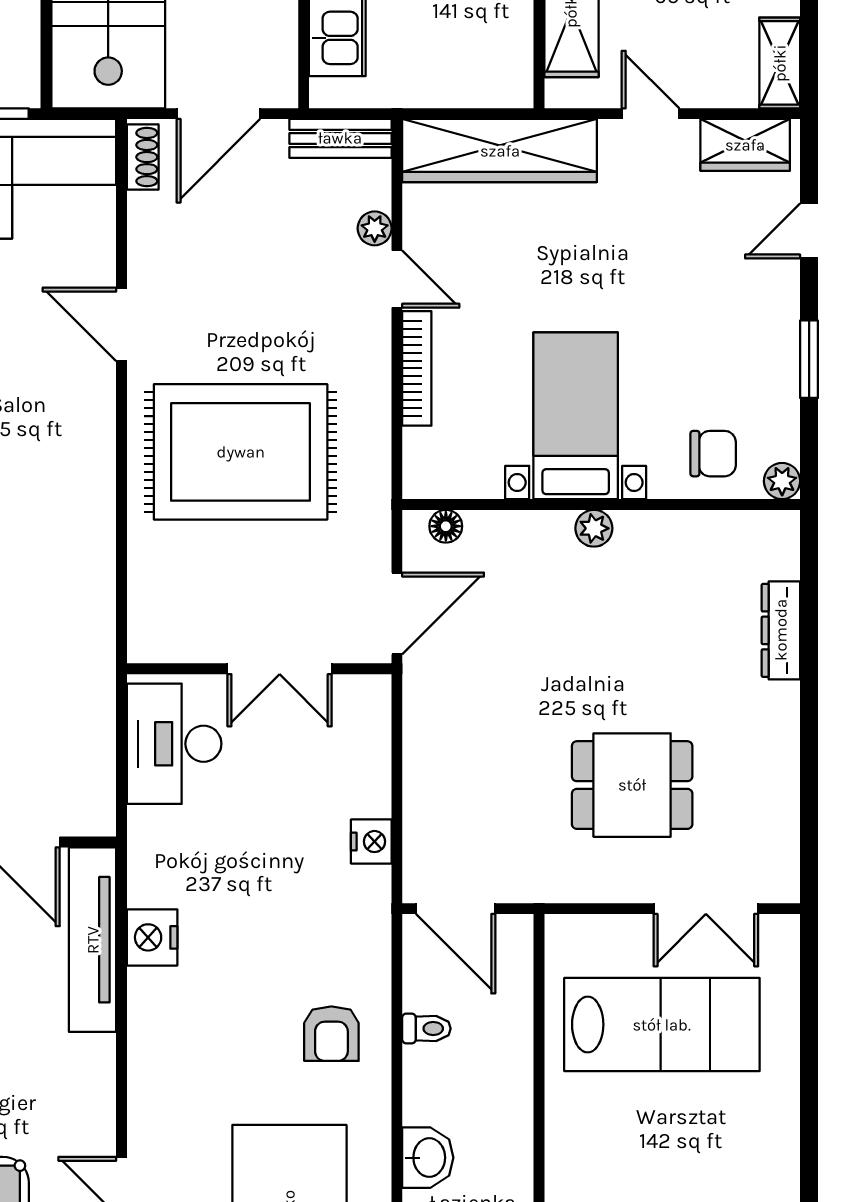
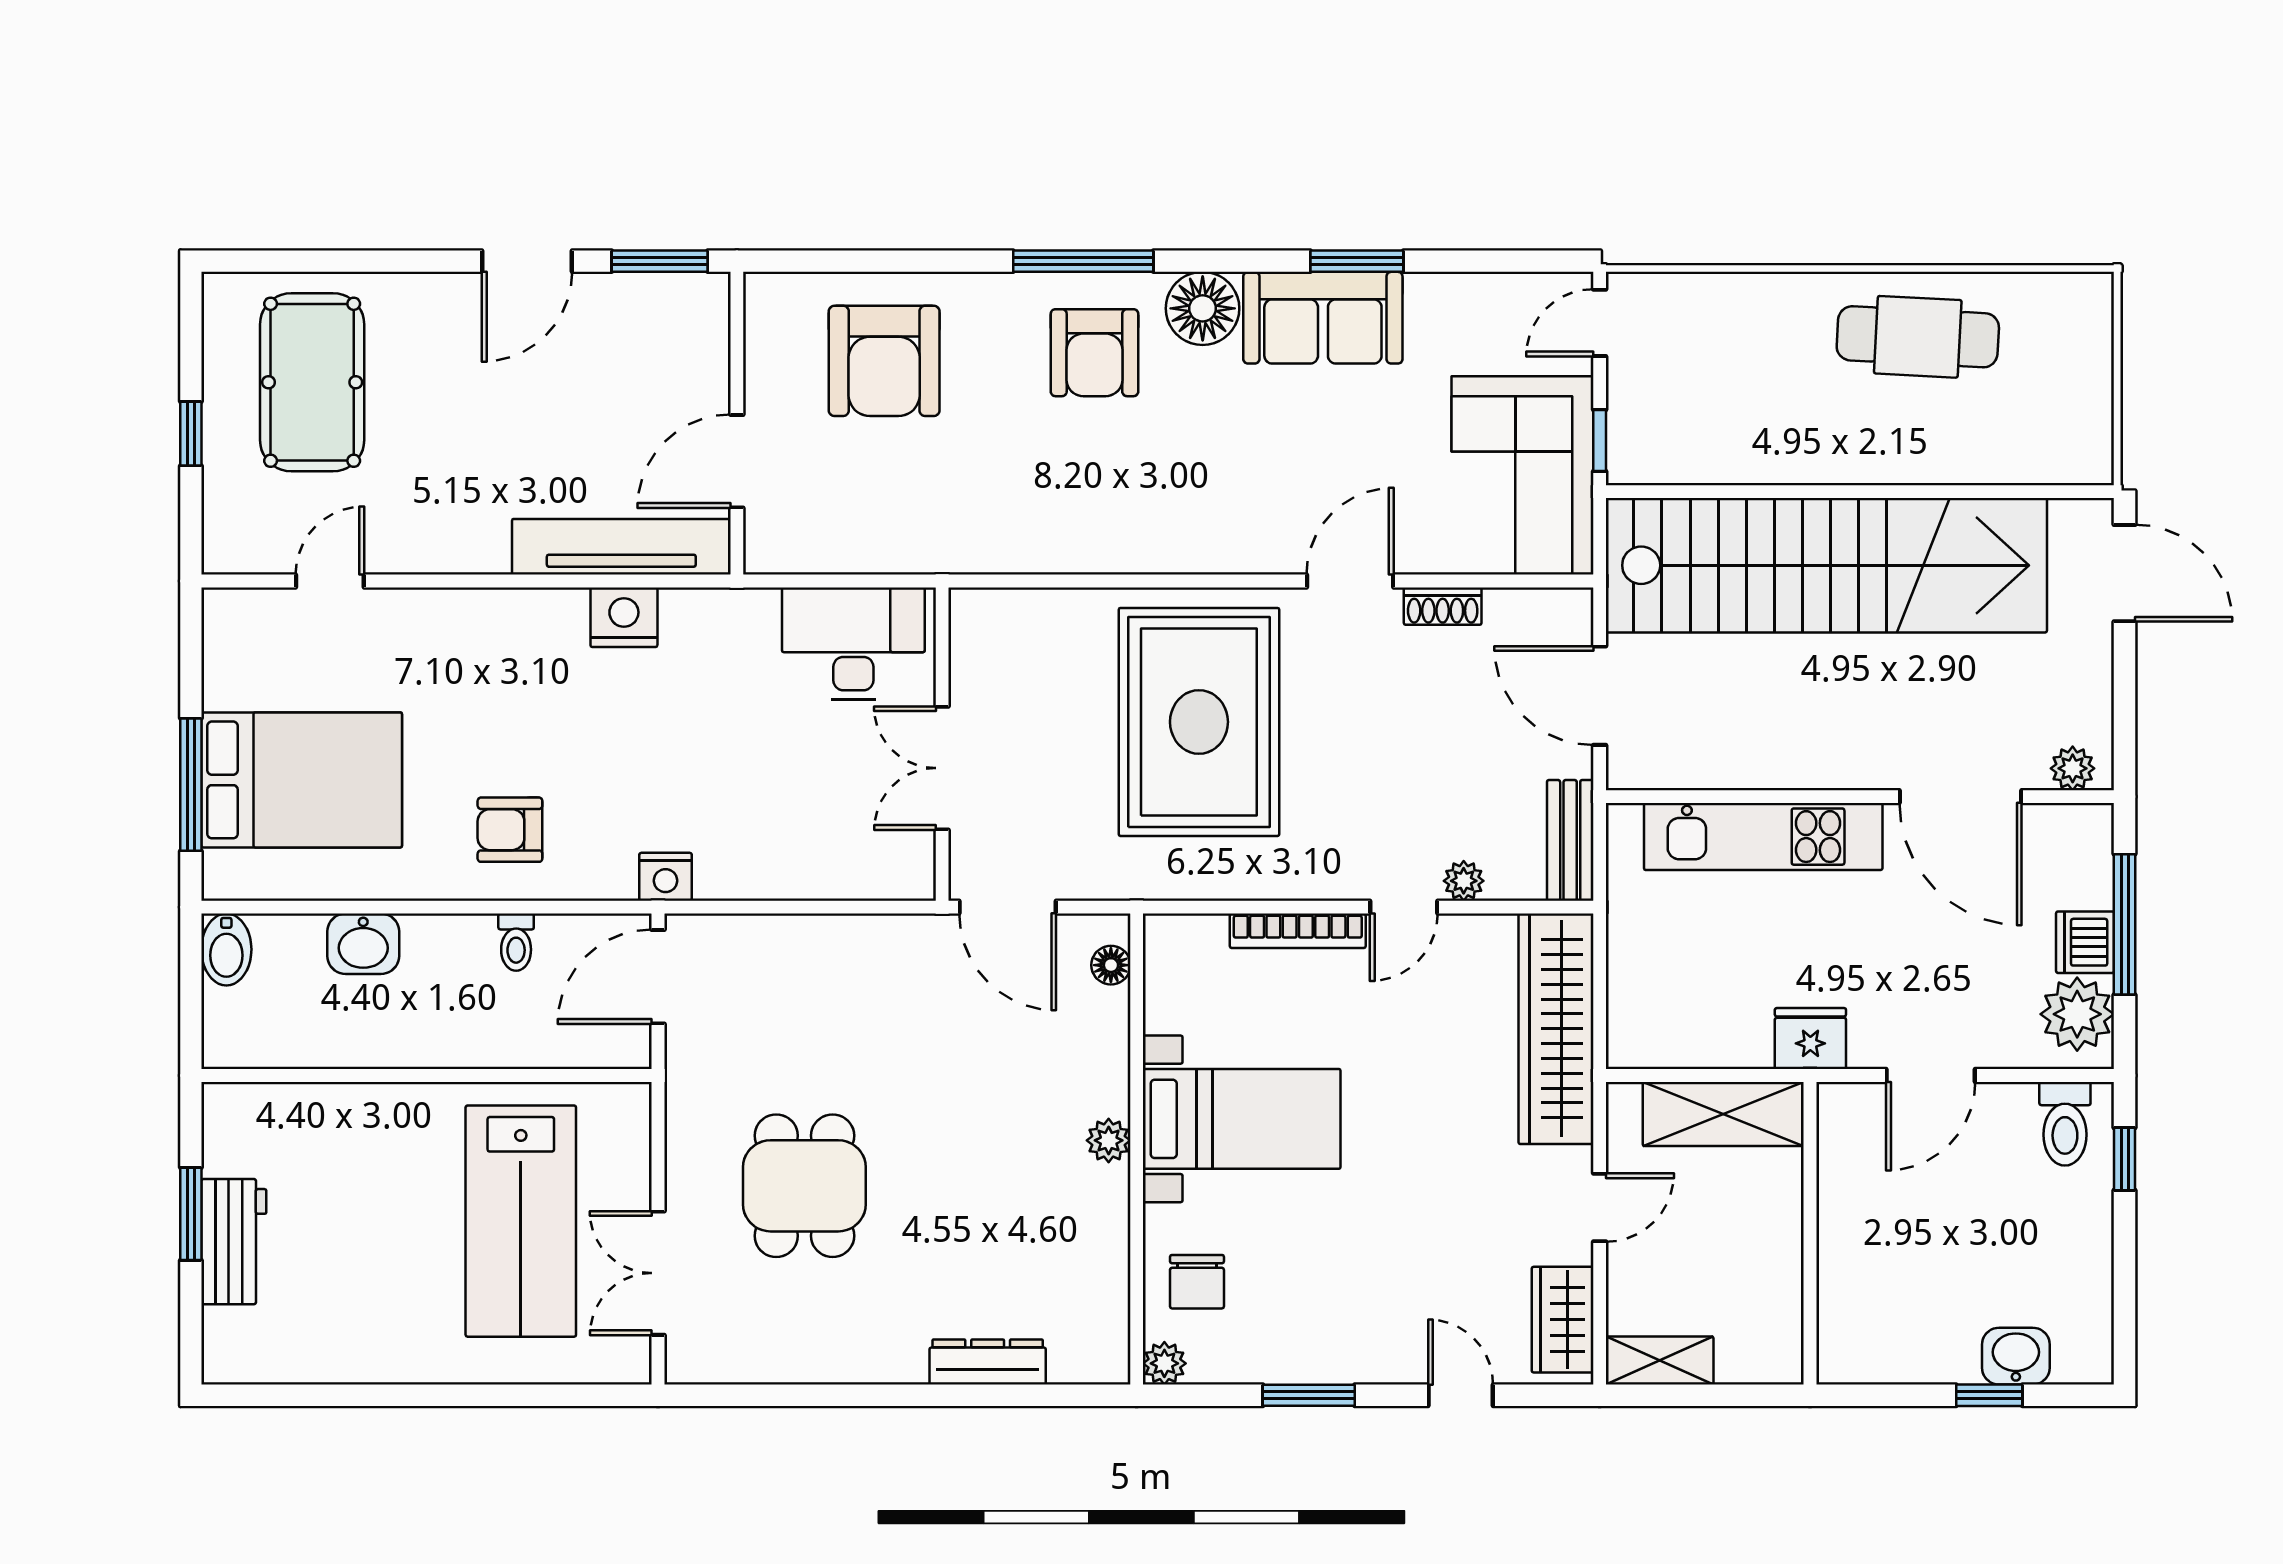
shoe rack: (143, 157) -> (1443, 606), moved
nightstand: (371, 842) -> (666, 877), moved

